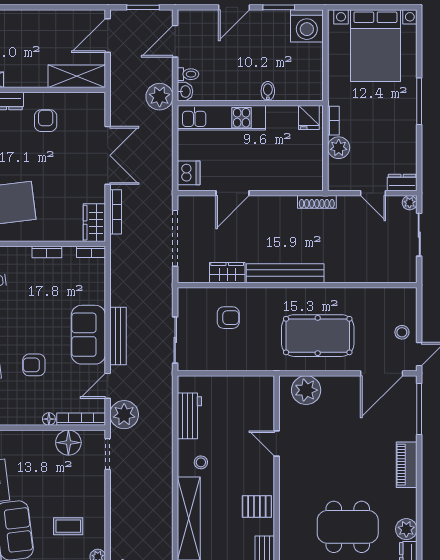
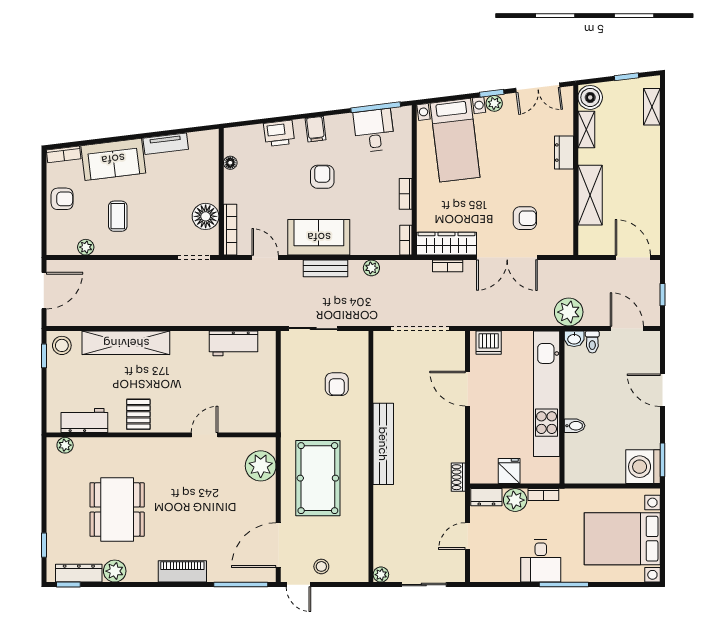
window: (143, 7) -> (662, 295), width x0.67
window: (279, 7) -> (662, 460), moved
shelving: (77, 76) -> (590, 195), moved
fridge: (309, 117) -> (509, 471), moved, turned 90
kitchen unit: (221, 118) -> (547, 394), width x1.36
armchair: (46, 121) -> (525, 218), moved
desk: (397, 123) -> (541, 561), added
dresser: (402, 183) -> (486, 497), moved, turned 90
shoe rack: (317, 202) -> (458, 477), width x0.70
plant: (410, 203) -> (381, 575), moved
bookcase: (116, 212) -> (448, 266), width x0.64
wardrobe: (94, 223) -> (446, 244), width x1.50
wardrobe: (227, 273) -> (384, 383), removed
bench: (118, 336) -> (326, 268), width x0.73
armchair: (34, 365) -> (322, 177), moved
door: (382, 373) -> (278, 545), hinge flipped
plant: (124, 415) -> (371, 268), moved, width x0.53, depth x0.53
floor lamp: (49, 419) -> (230, 163), moved
stool: (201, 462) -> (185, 355), removed

